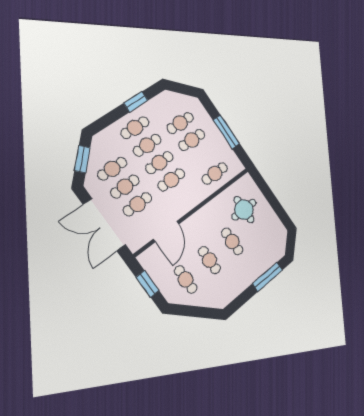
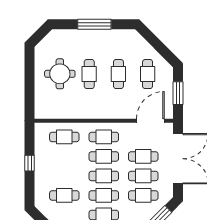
window: (226, 132) -> (30, 163), width x0.46
cafe table: (192, 140) -> (104, 137), moved
round table: (244, 210) -> (60, 74), moved
door: (166, 231) -> (150, 121), moved
window: (267, 277) -> (94, 24), moved

